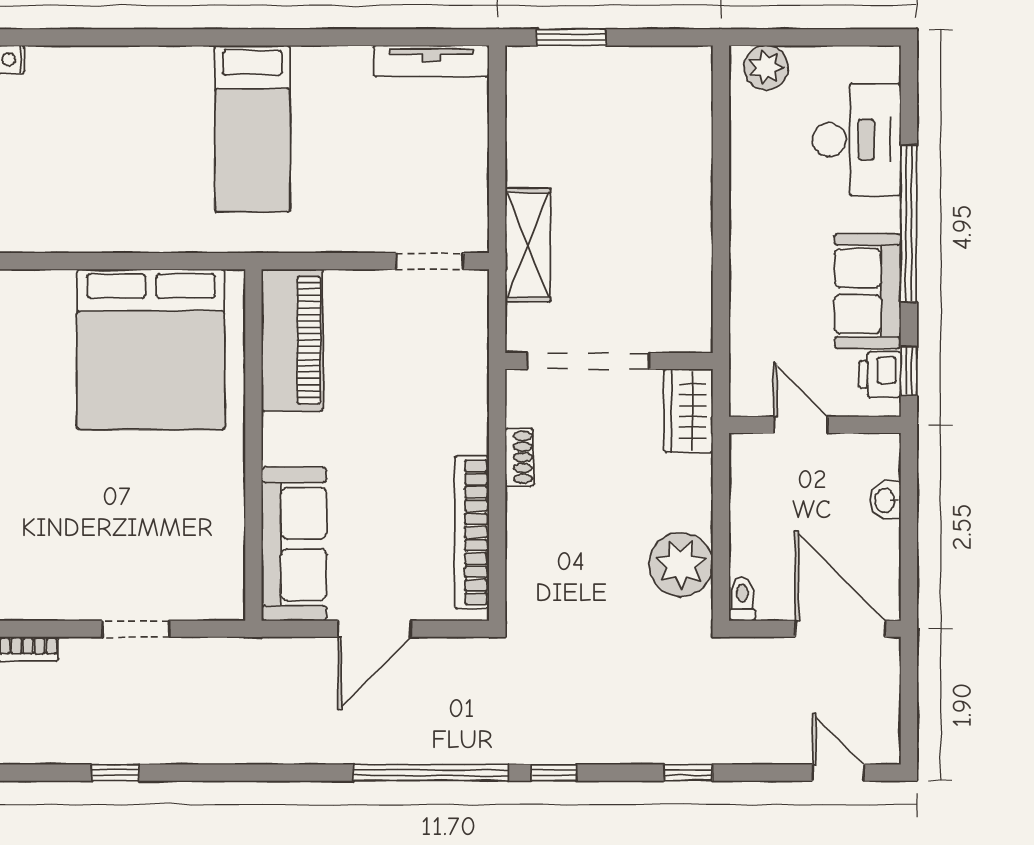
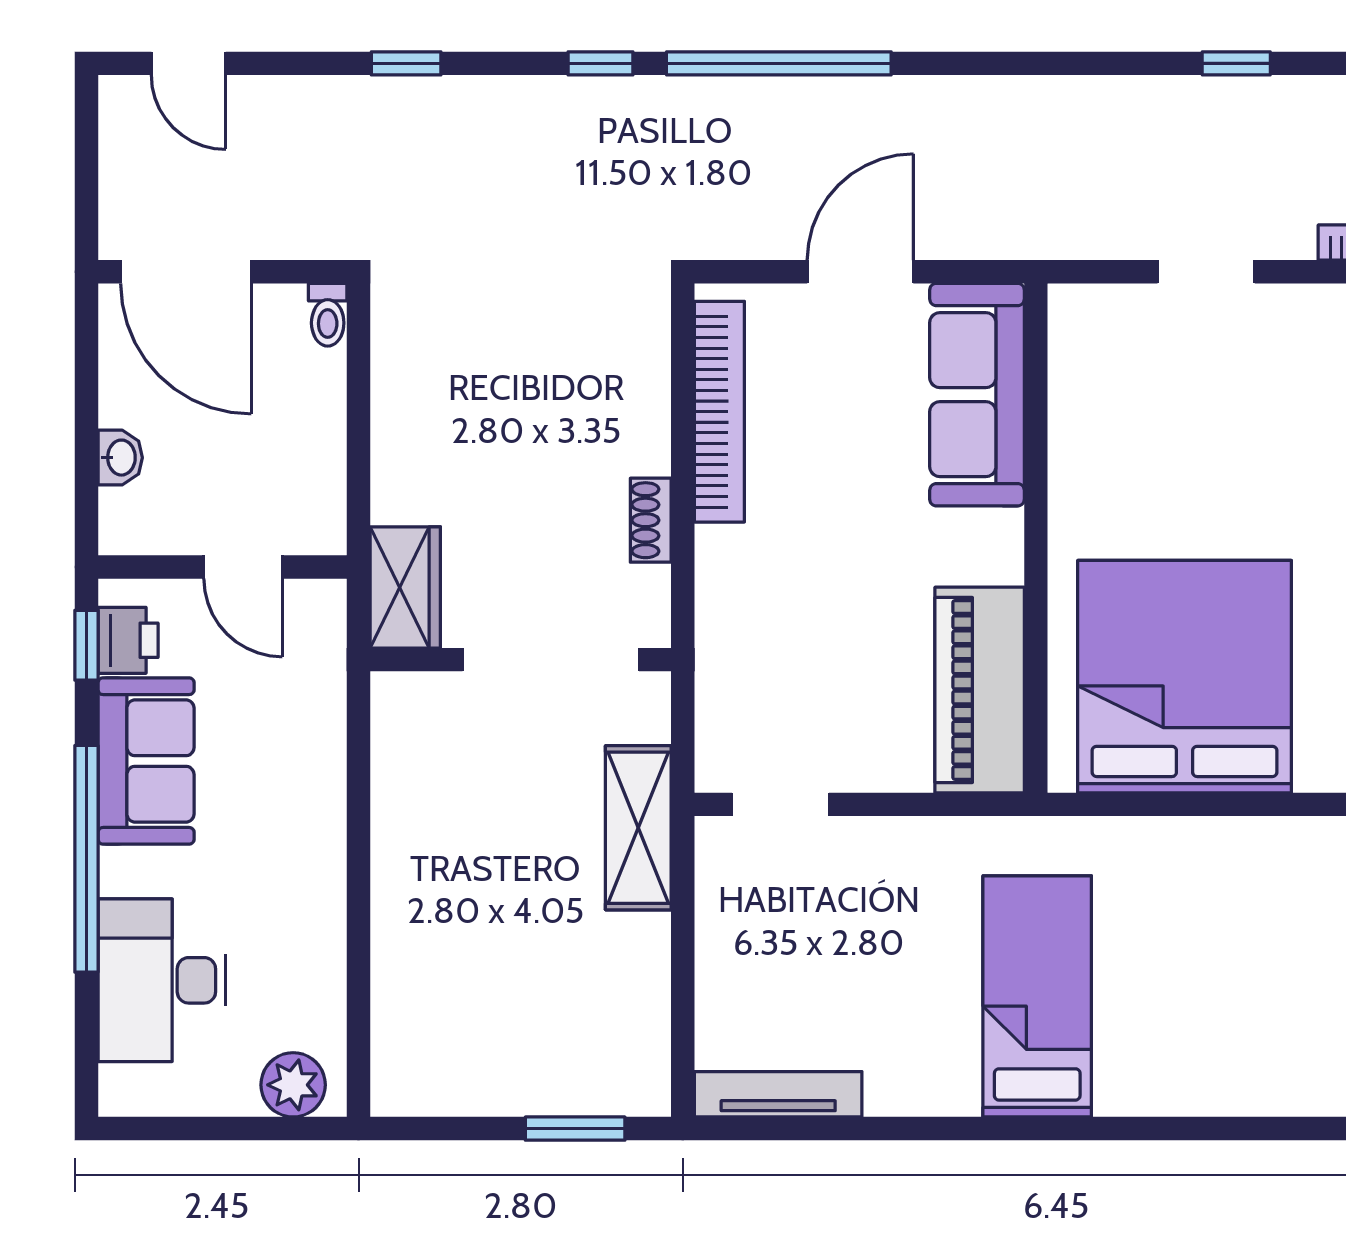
plant: (681, 564) -> (416, 365), removed

